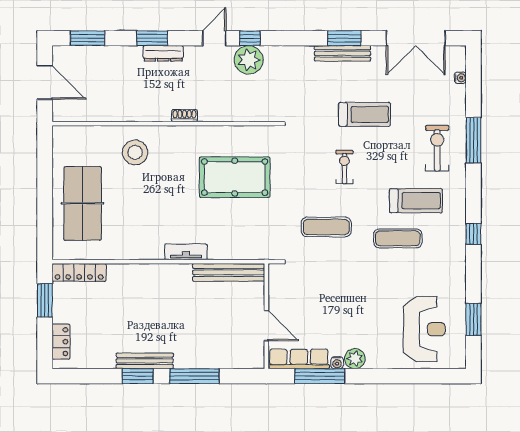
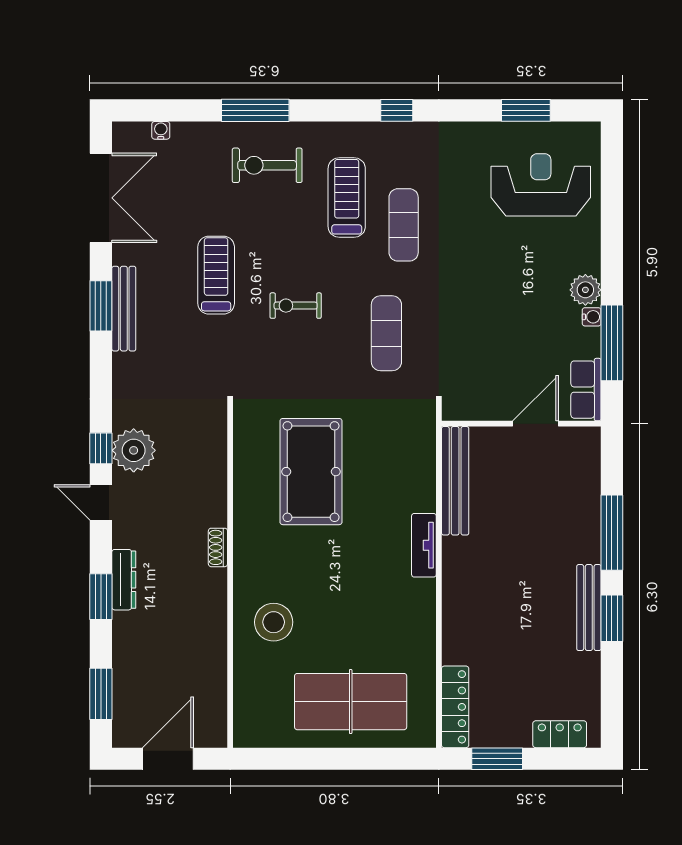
row of seats: (299, 359) -> (586, 390), width x0.68

